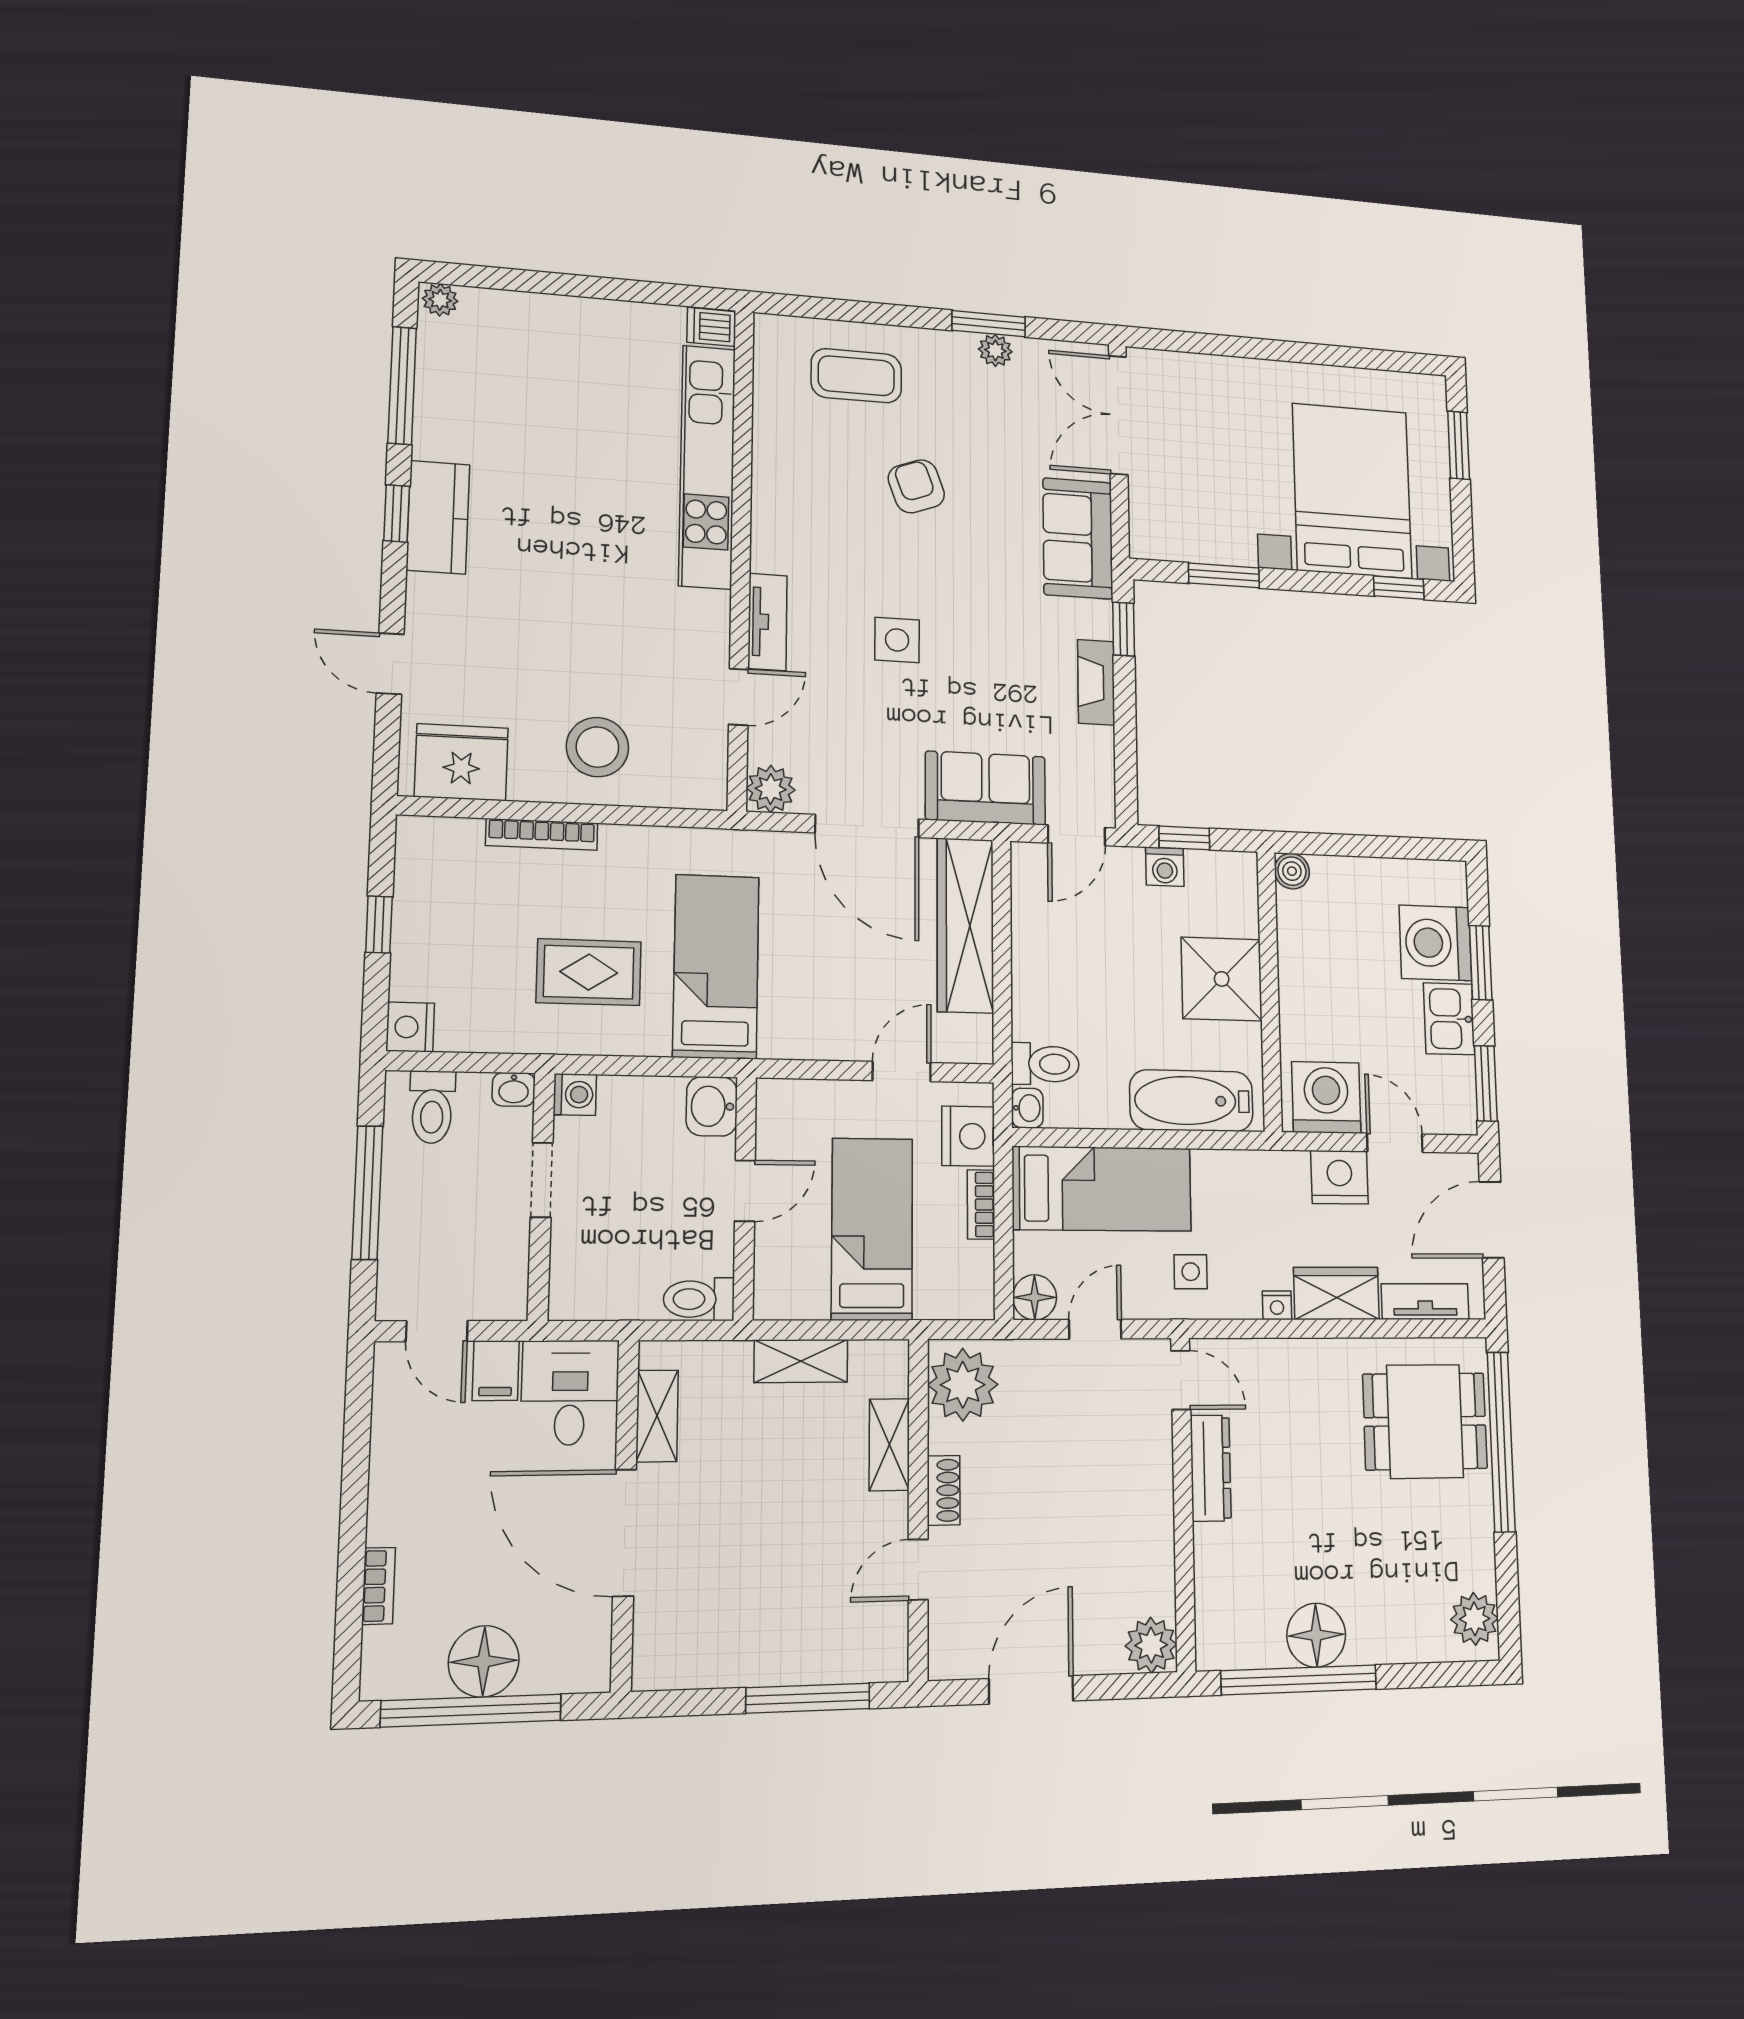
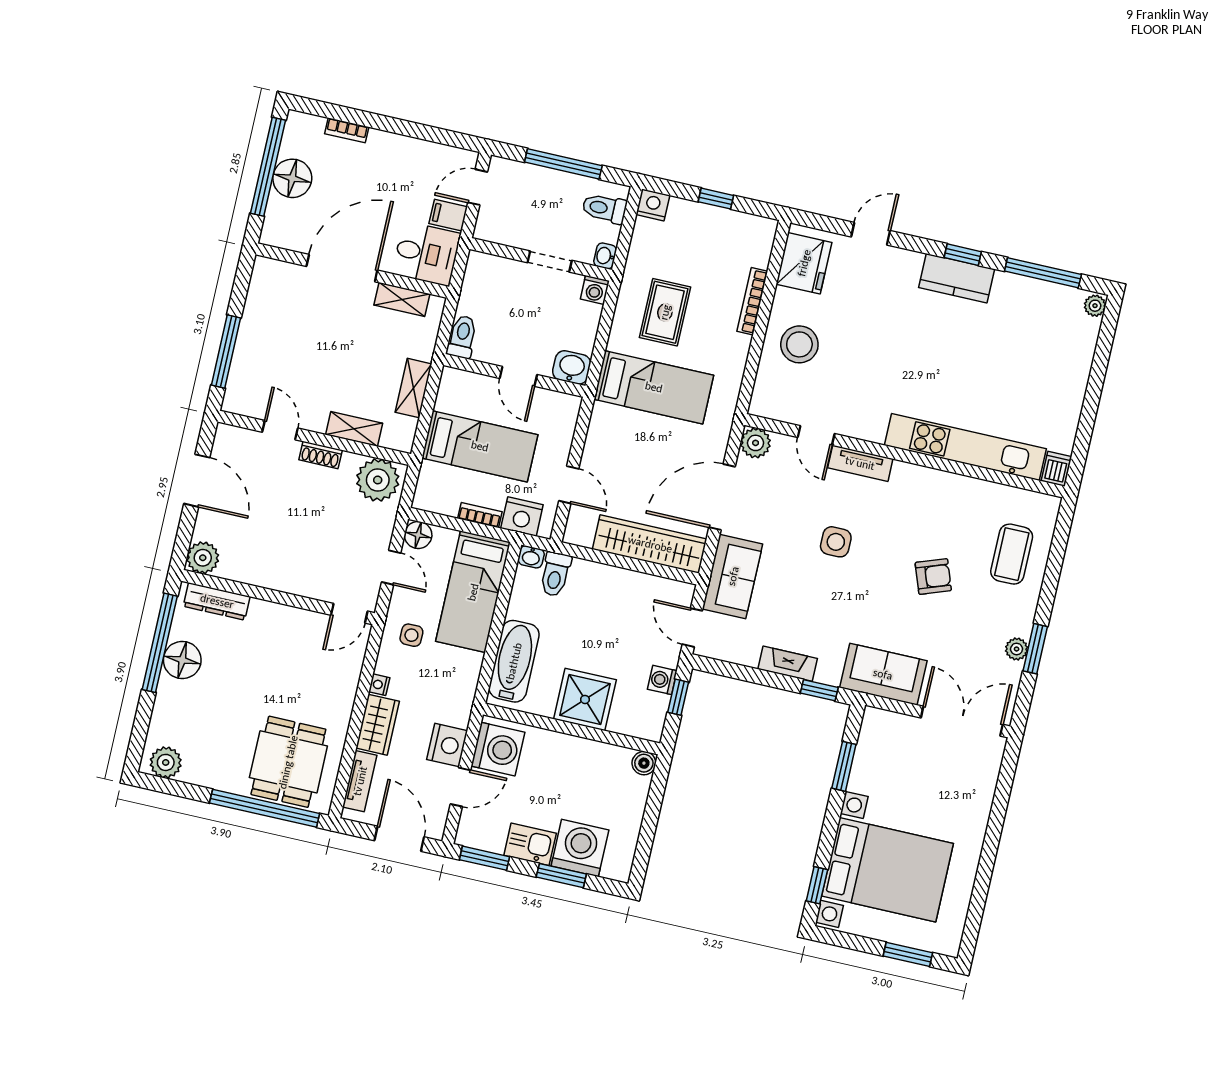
dresser: (1211, 1468) -> (217, 601), moved

